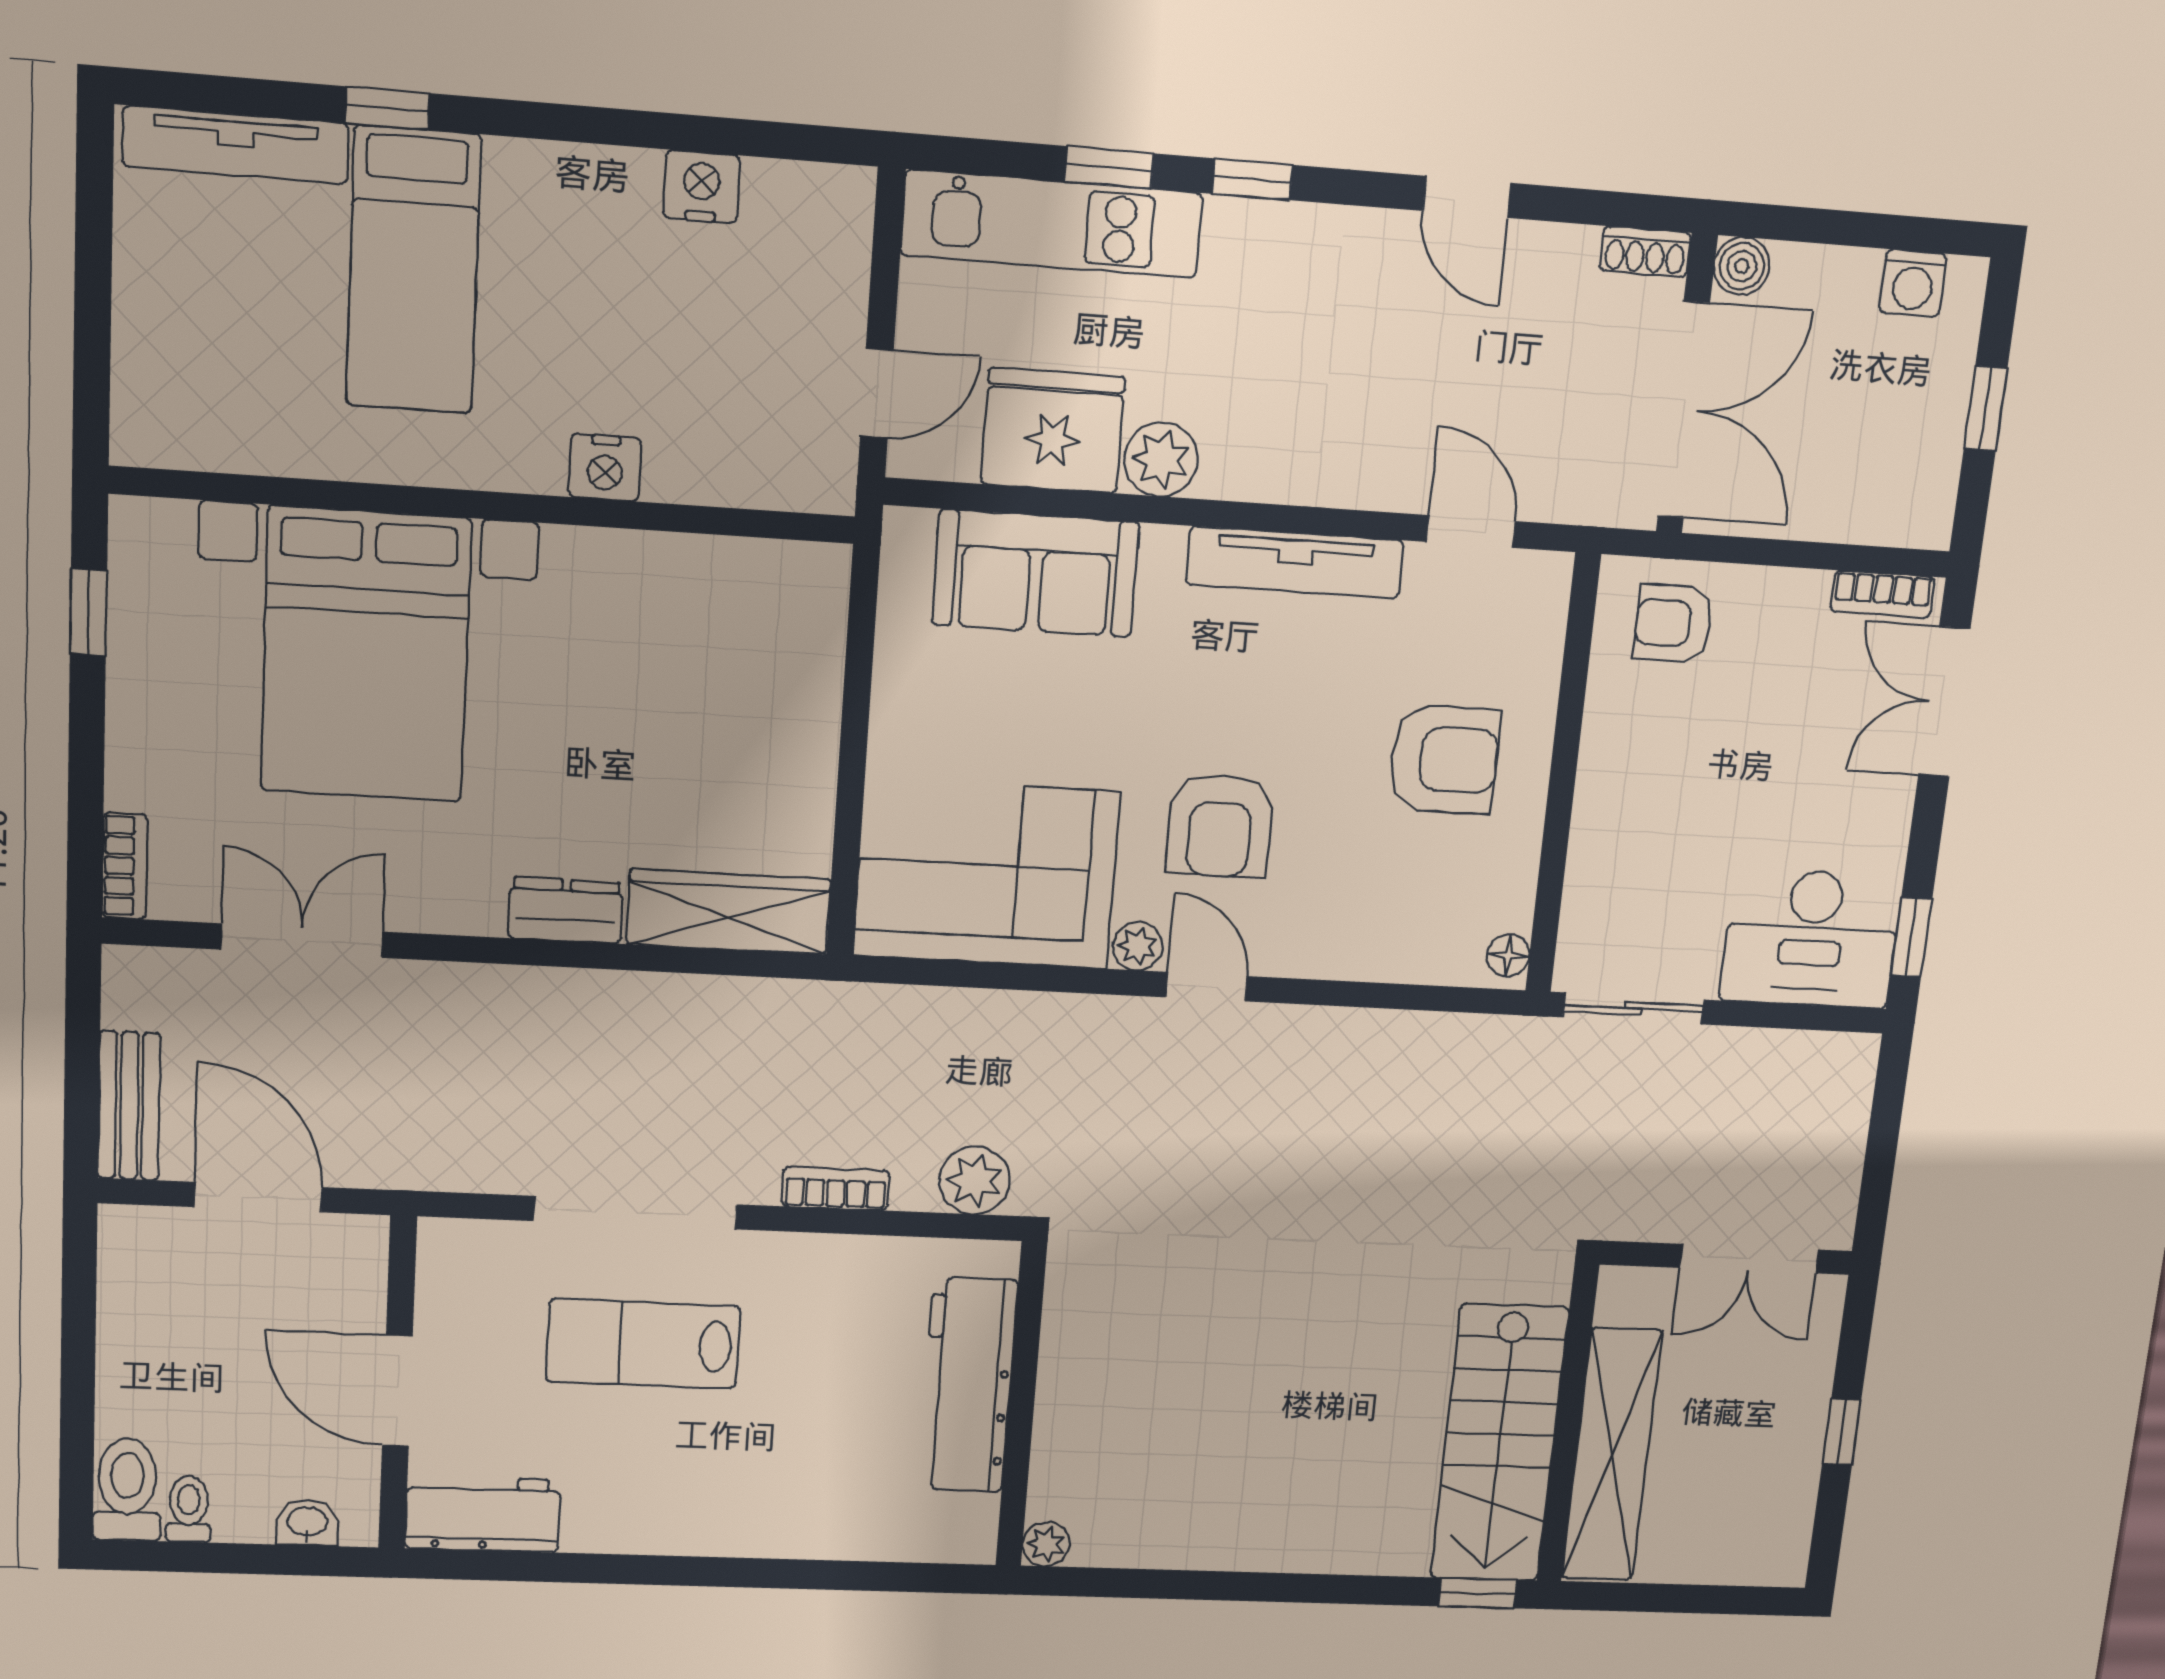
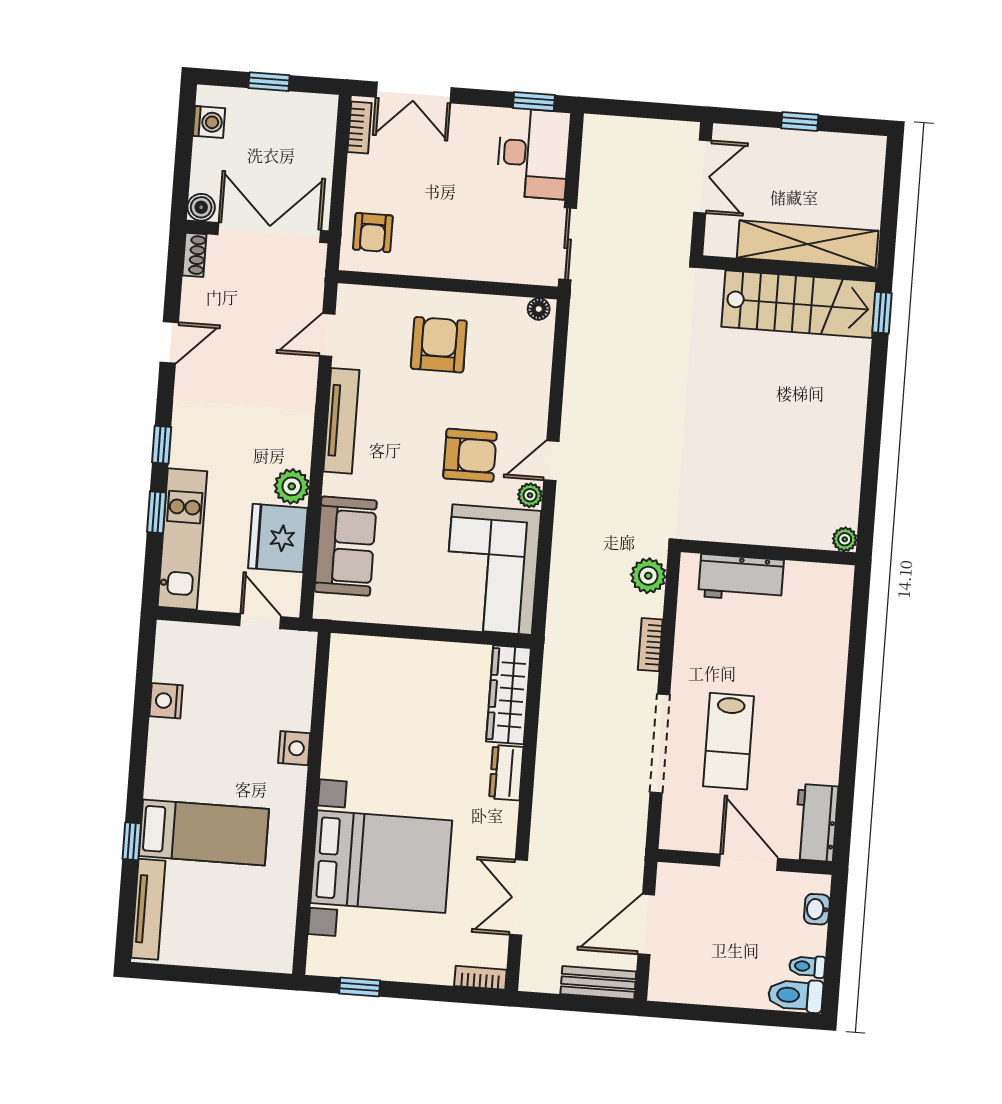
workbench: (968, 1385) -> (741, 578), width x0.73
door: (397, 1391) -> (749, 862), swing flipped

